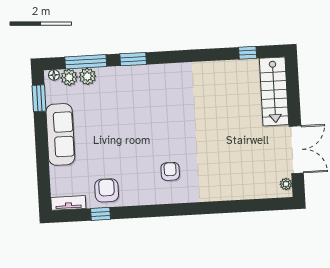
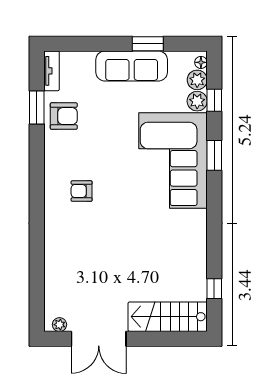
window: (86, 62) -> (214, 100), width x0.46
corner sofa: (139, 94) -> (173, 160), added
window: (39, 98) -> (148, 44), moved
armchair: (170, 171) -> (82, 191), turned 180
window: (101, 214) -> (37, 108), width x1.50

